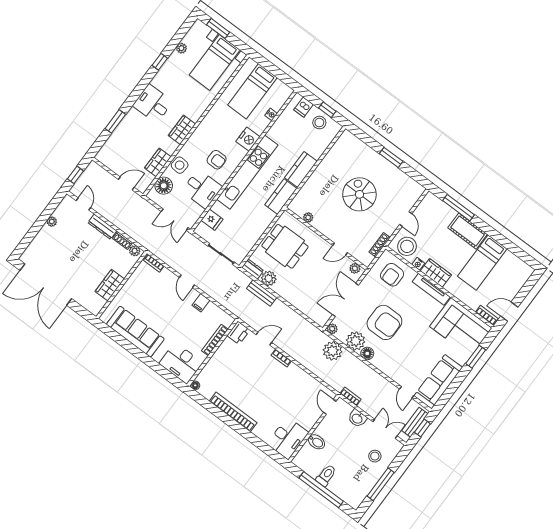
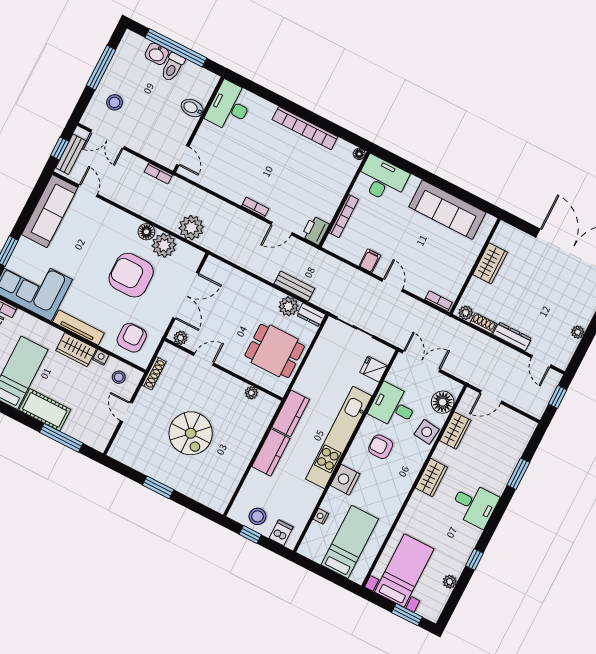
stool: (407, 246) -> (119, 377), width x0.53, depth x0.53
plant: (332, 329) -> (197, 256), removed
washbasin: (357, 418) -> (157, 54), moved, turned 180

